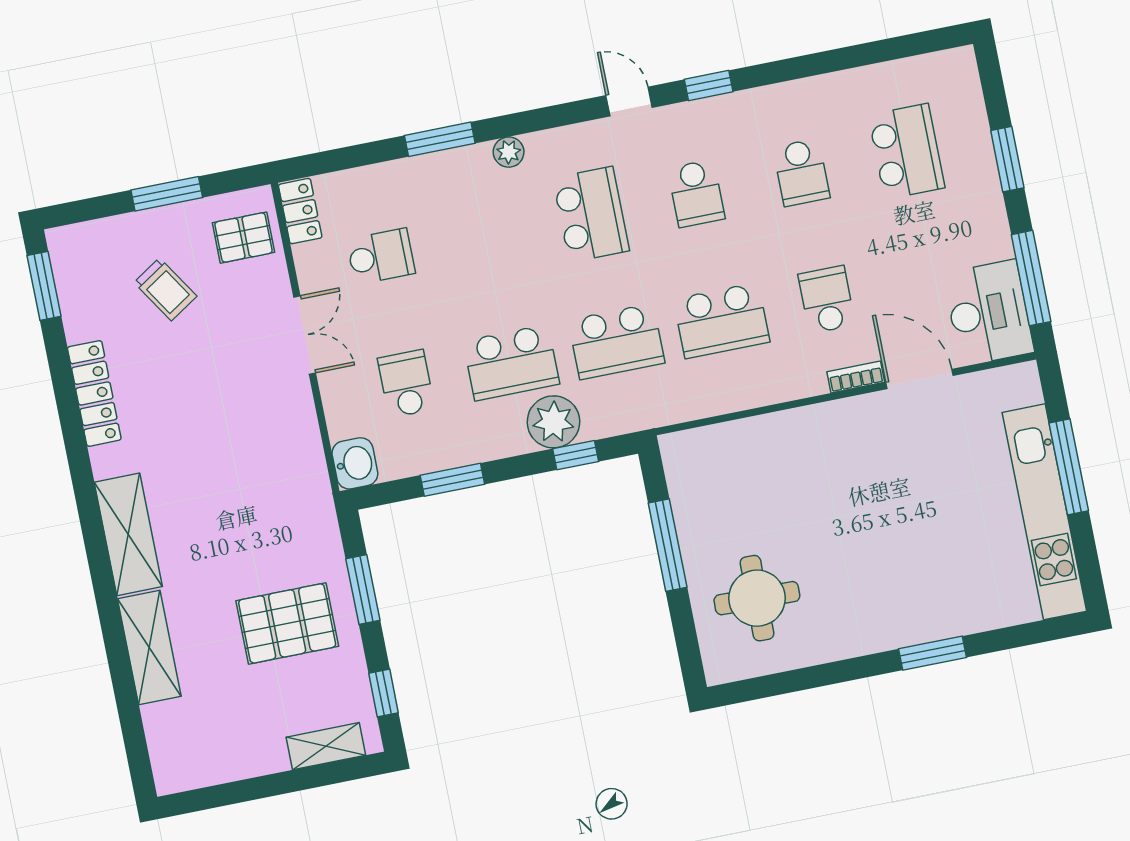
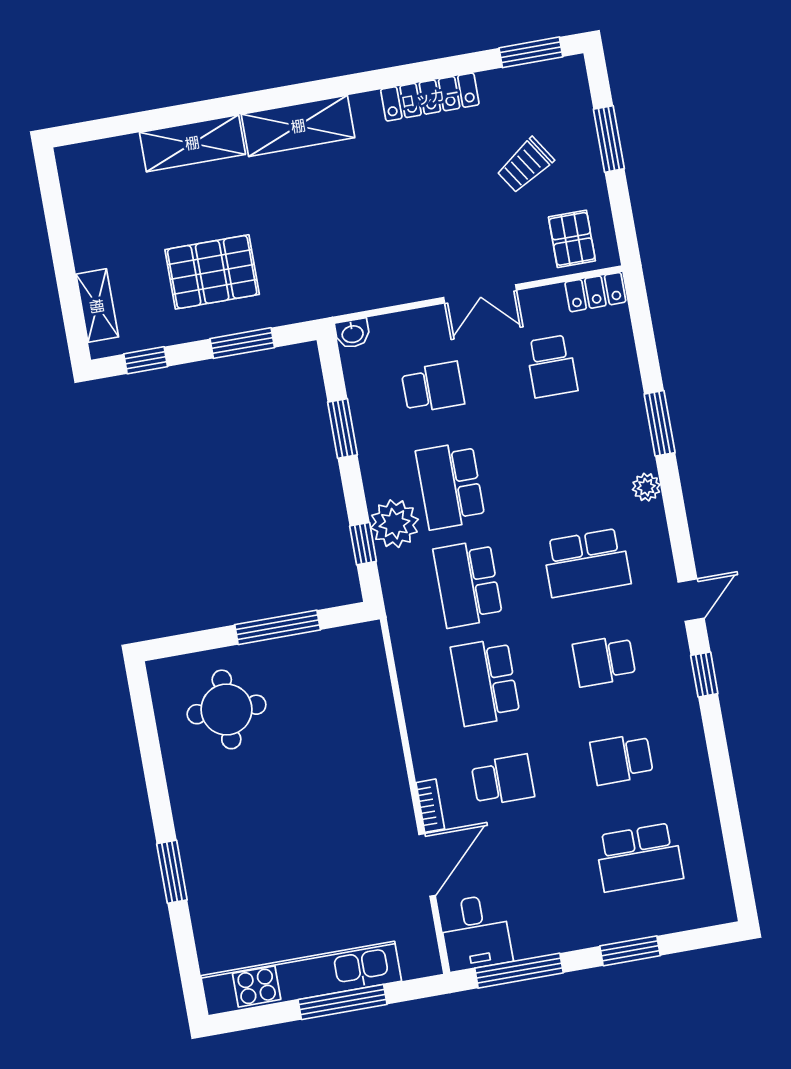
window: (167, 194) -> (609, 139), moved
desk: (989, 313) -> (476, 933), width x0.73
washbasin: (355, 463) -> (352, 333), width x0.72, depth x0.69
pallet: (287, 623) -> (212, 272), turned 90

